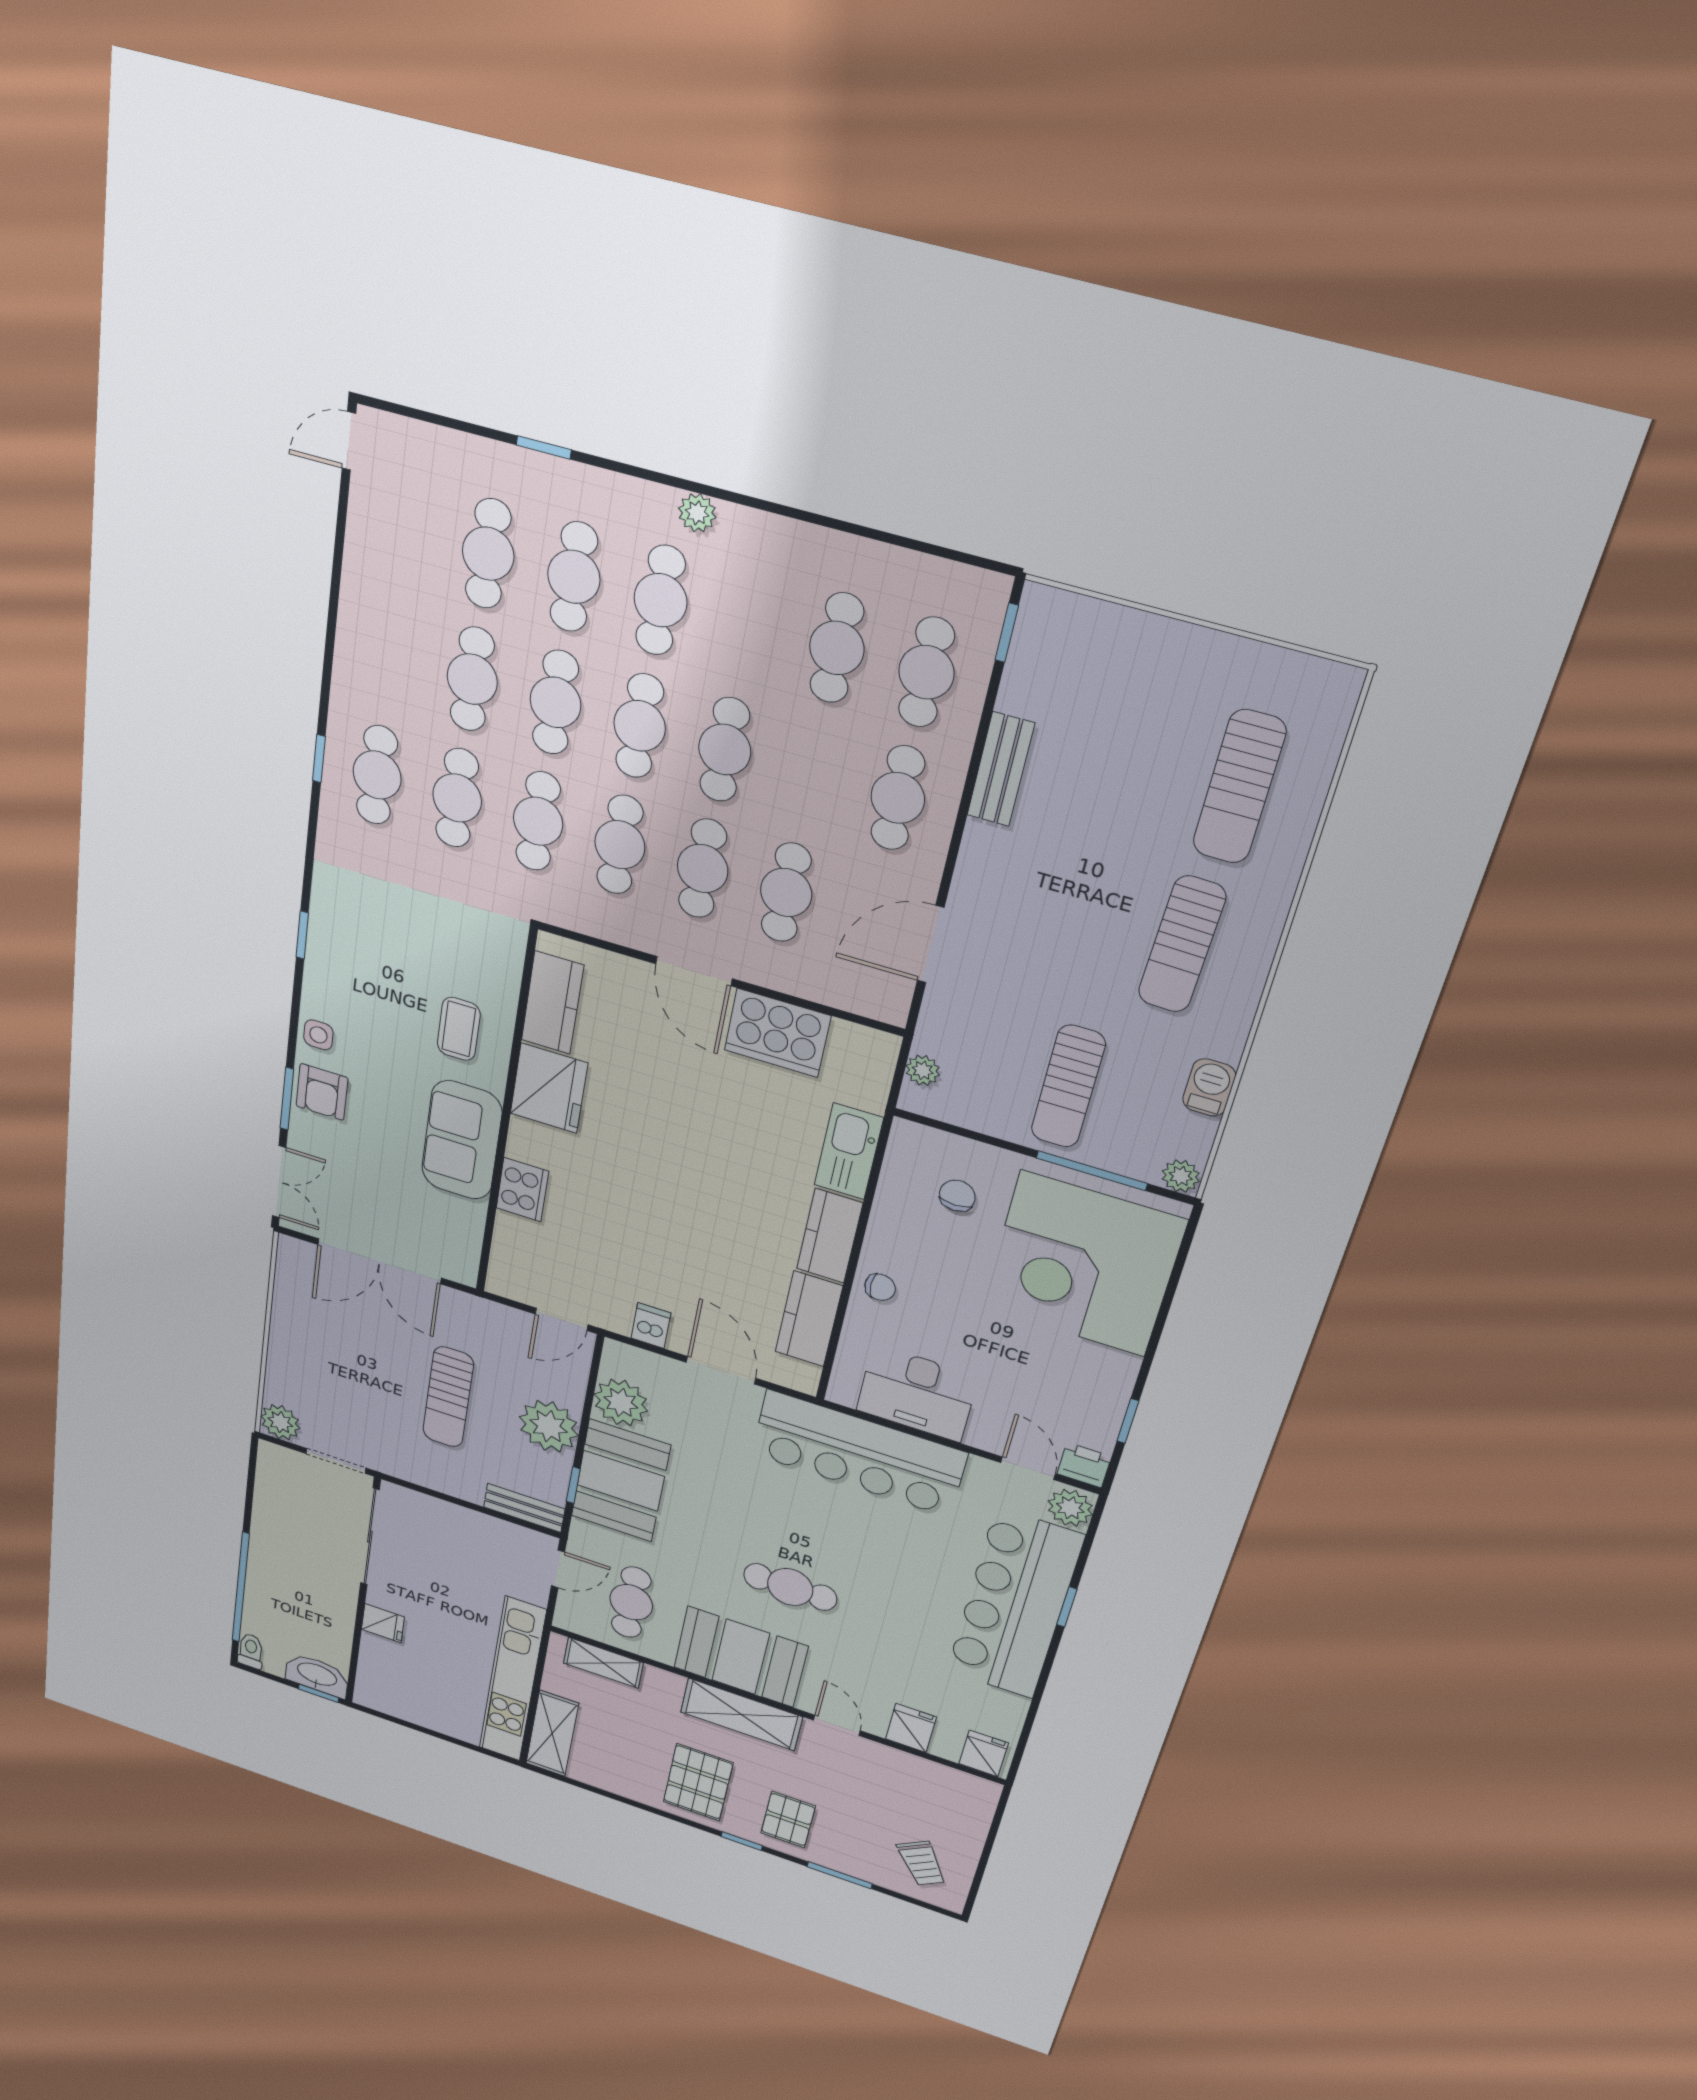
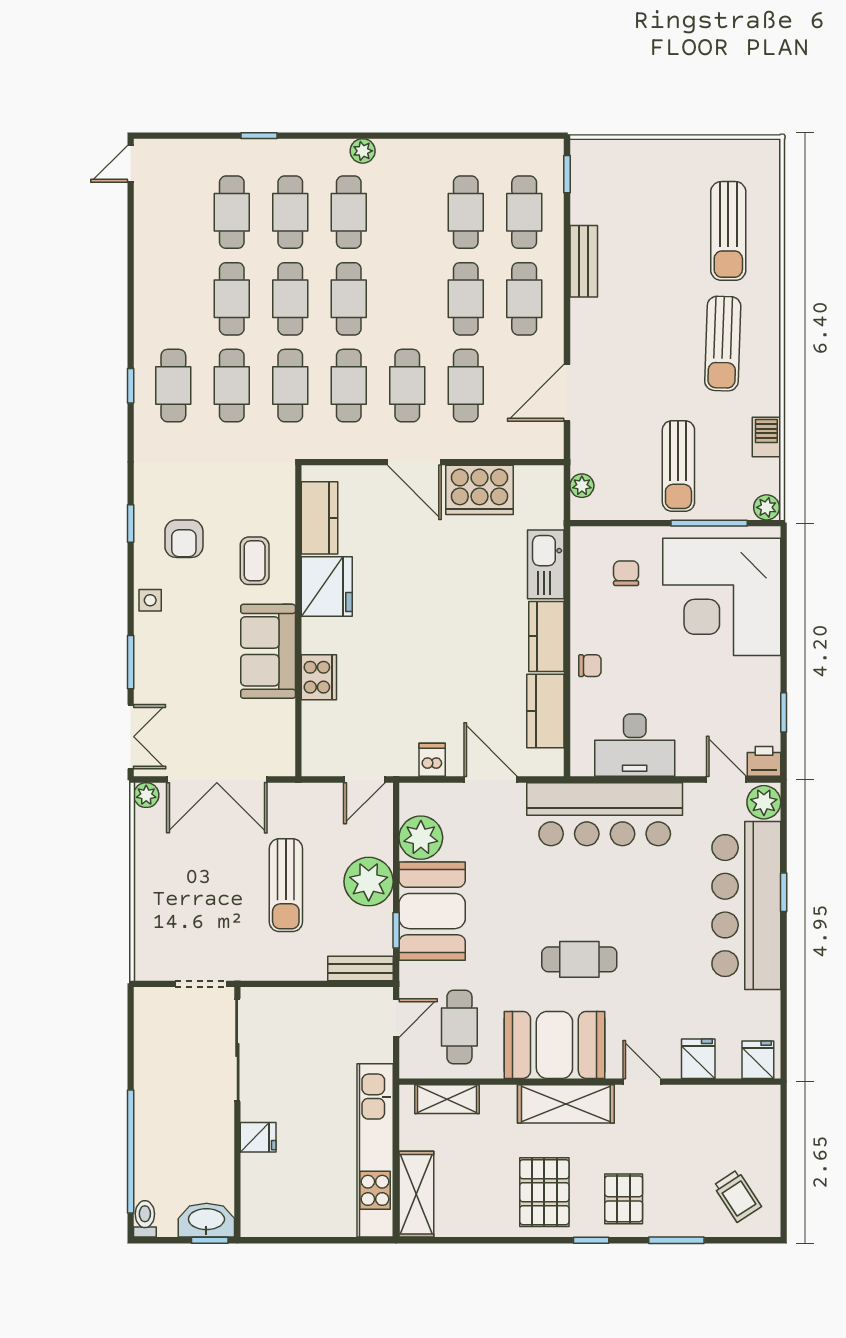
cafe table: (725, 750) -> (466, 299), moved
armchair: (322, 1092) -> (184, 539), moved
plant: (280, 1422) -> (146, 795), moved, width x0.73, depth x0.73

